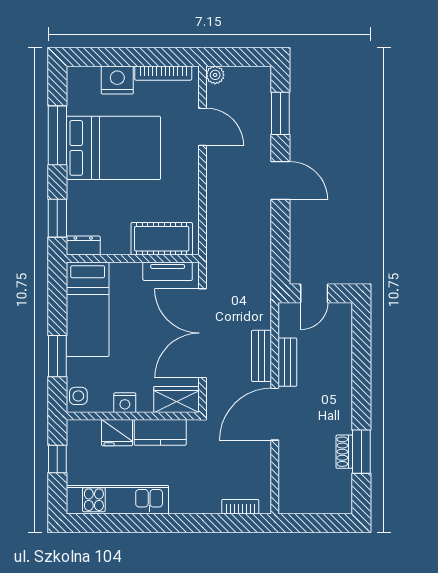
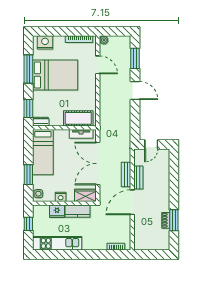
nightstand: (117, 80) -> (45, 42), moved

